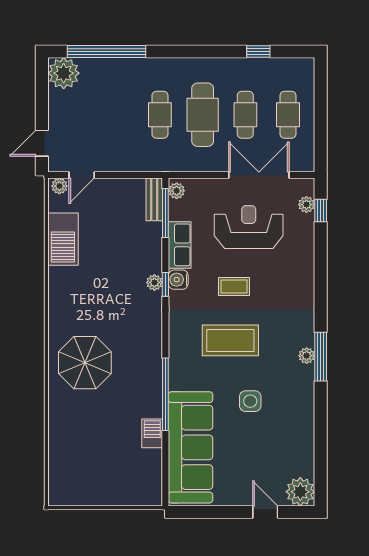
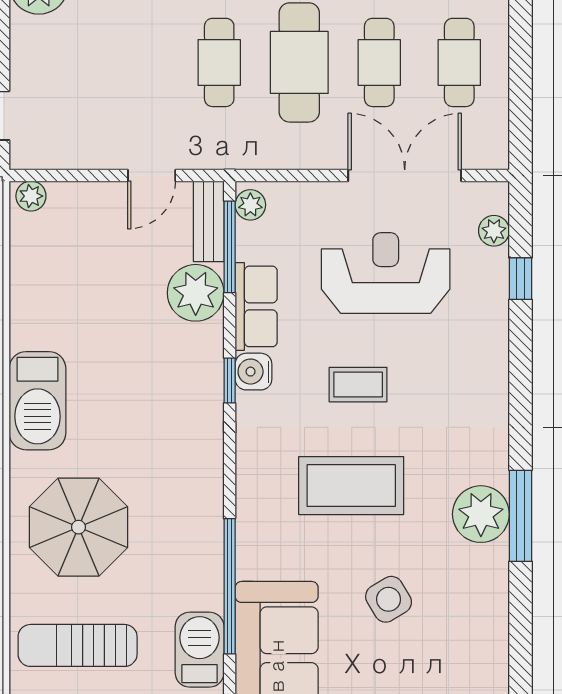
door: (82, 175) -> (152, 175), moved
window: (321, 210) -> (520, 279), moved
barbecue: (63, 239) -> (37, 401), moved
plant: (154, 282) -> (196, 293), moved, width x1.87, depth x1.87
plant: (307, 356) -> (481, 514), width x1.88, depth x1.88
side table: (250, 401) -> (389, 599), turned -31
sun lounger: (84, 426) -> (78, 645), added
barbecue: (152, 433) -> (200, 650), width x1.38, depth x1.27

